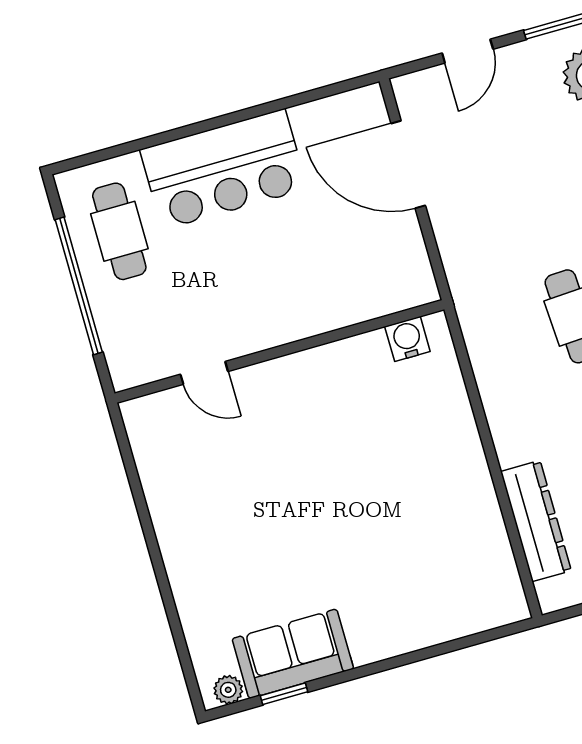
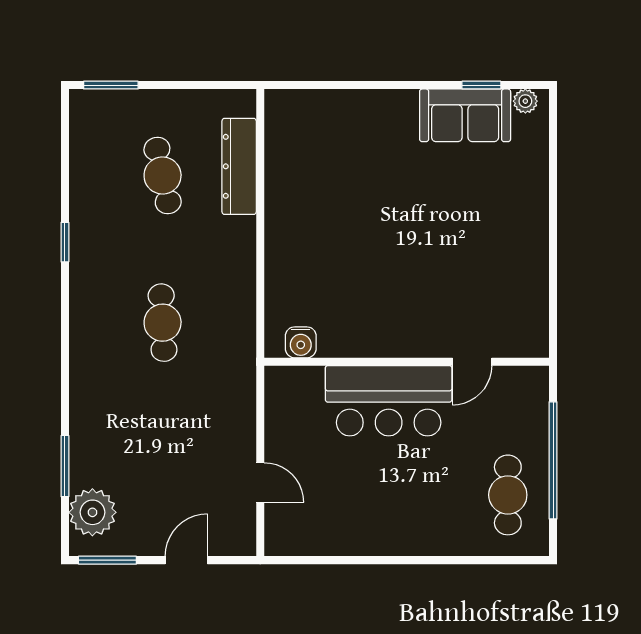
door: (408, 164) -> (260, 483), width x0.53
bar counter: (224, 169) -> (389, 401), moved, turned 180
door: (204, 373) -> (472, 362), swing flipped

